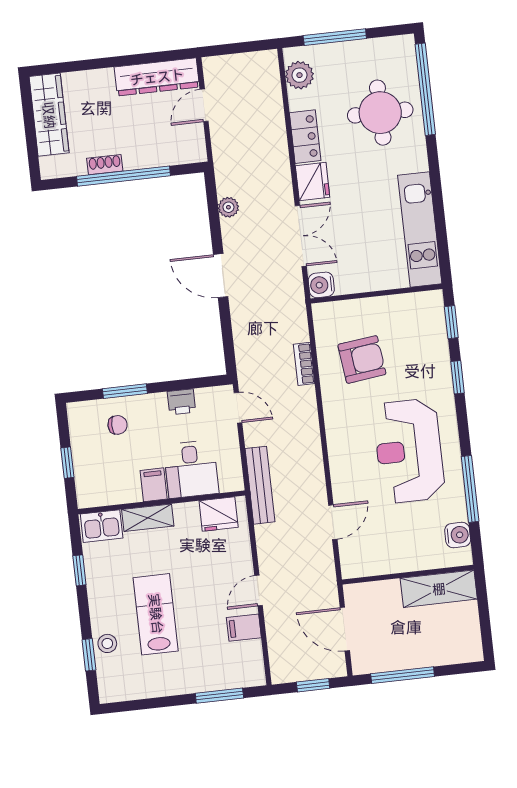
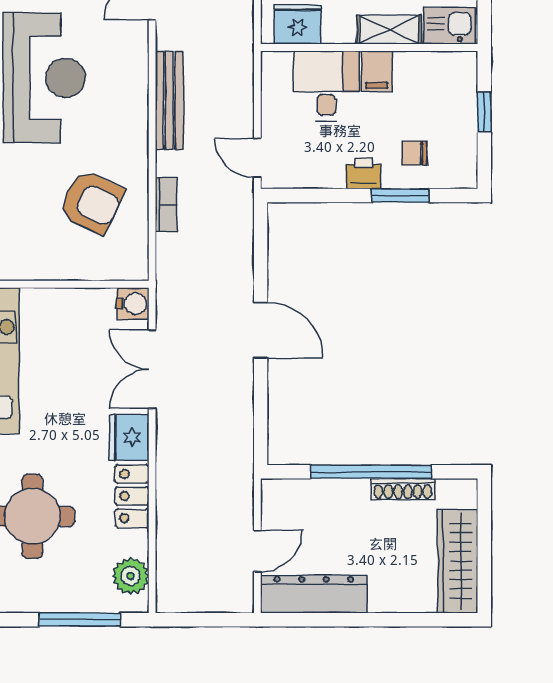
shoe rack: (105, 165) -> (403, 489), width x1.43
plant: (228, 207) -> (241, 417), removed
armchair: (362, 359) -> (91, 202), turned -148
printer: (182, 402) -> (364, 174), moved
bench: (260, 485) -> (169, 100), moved

